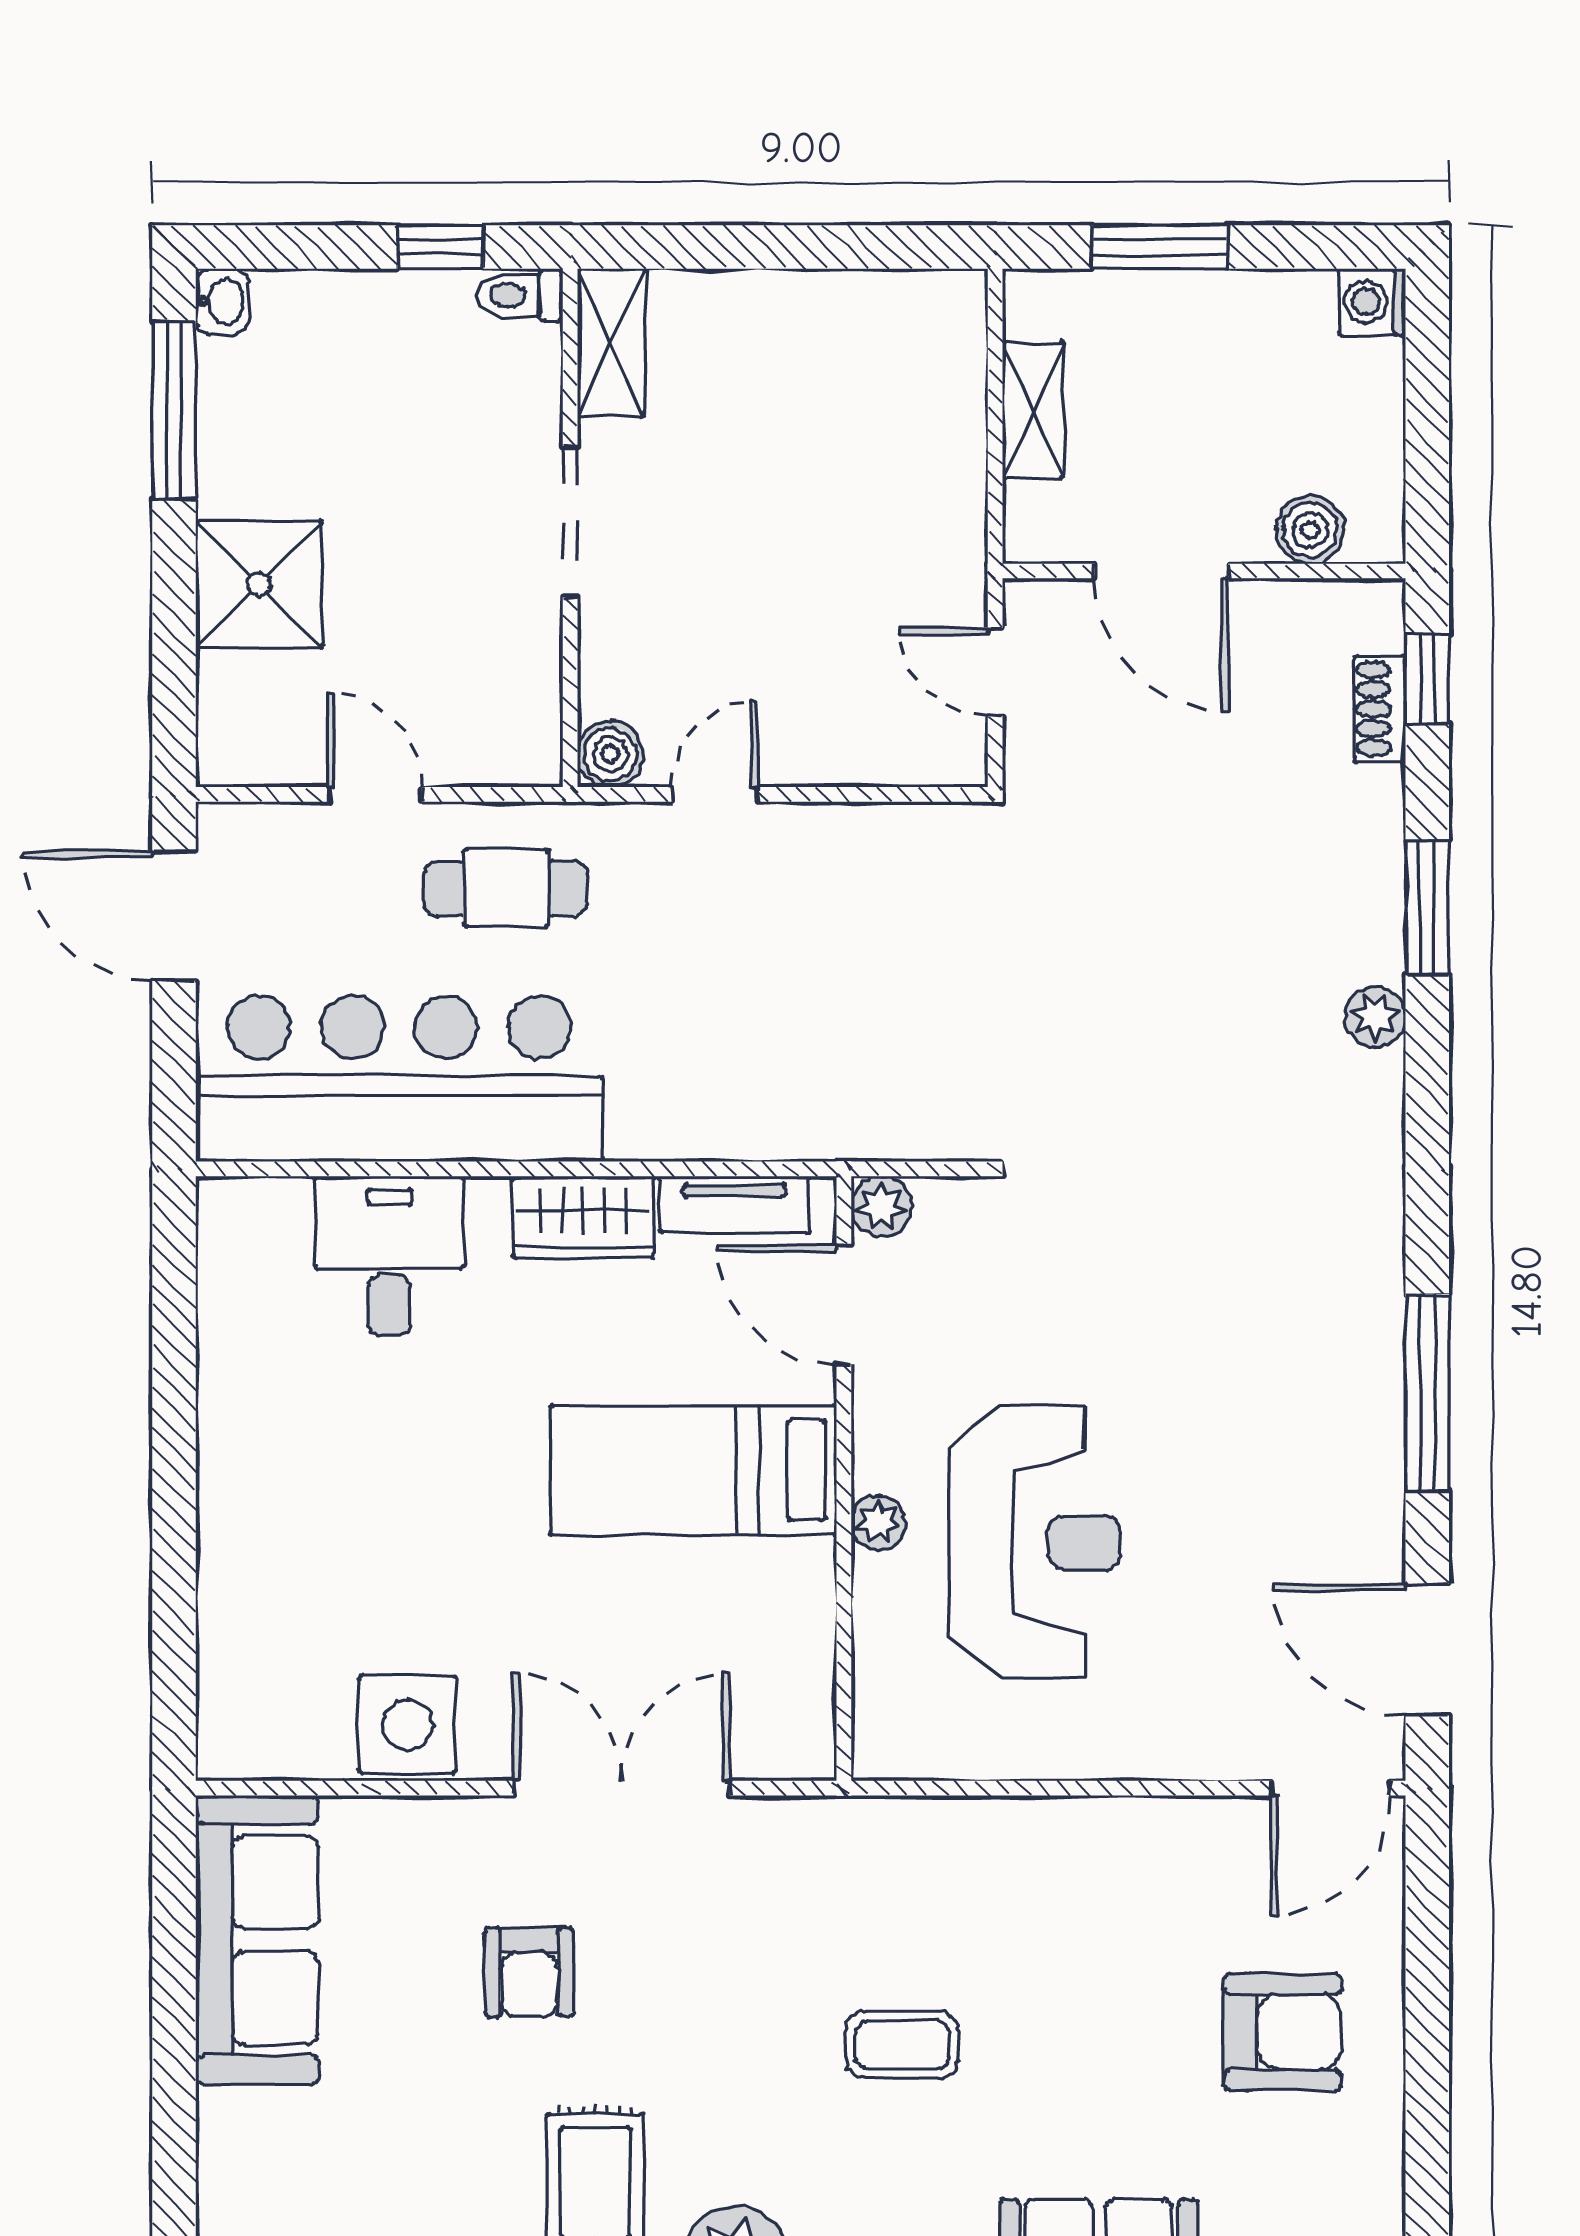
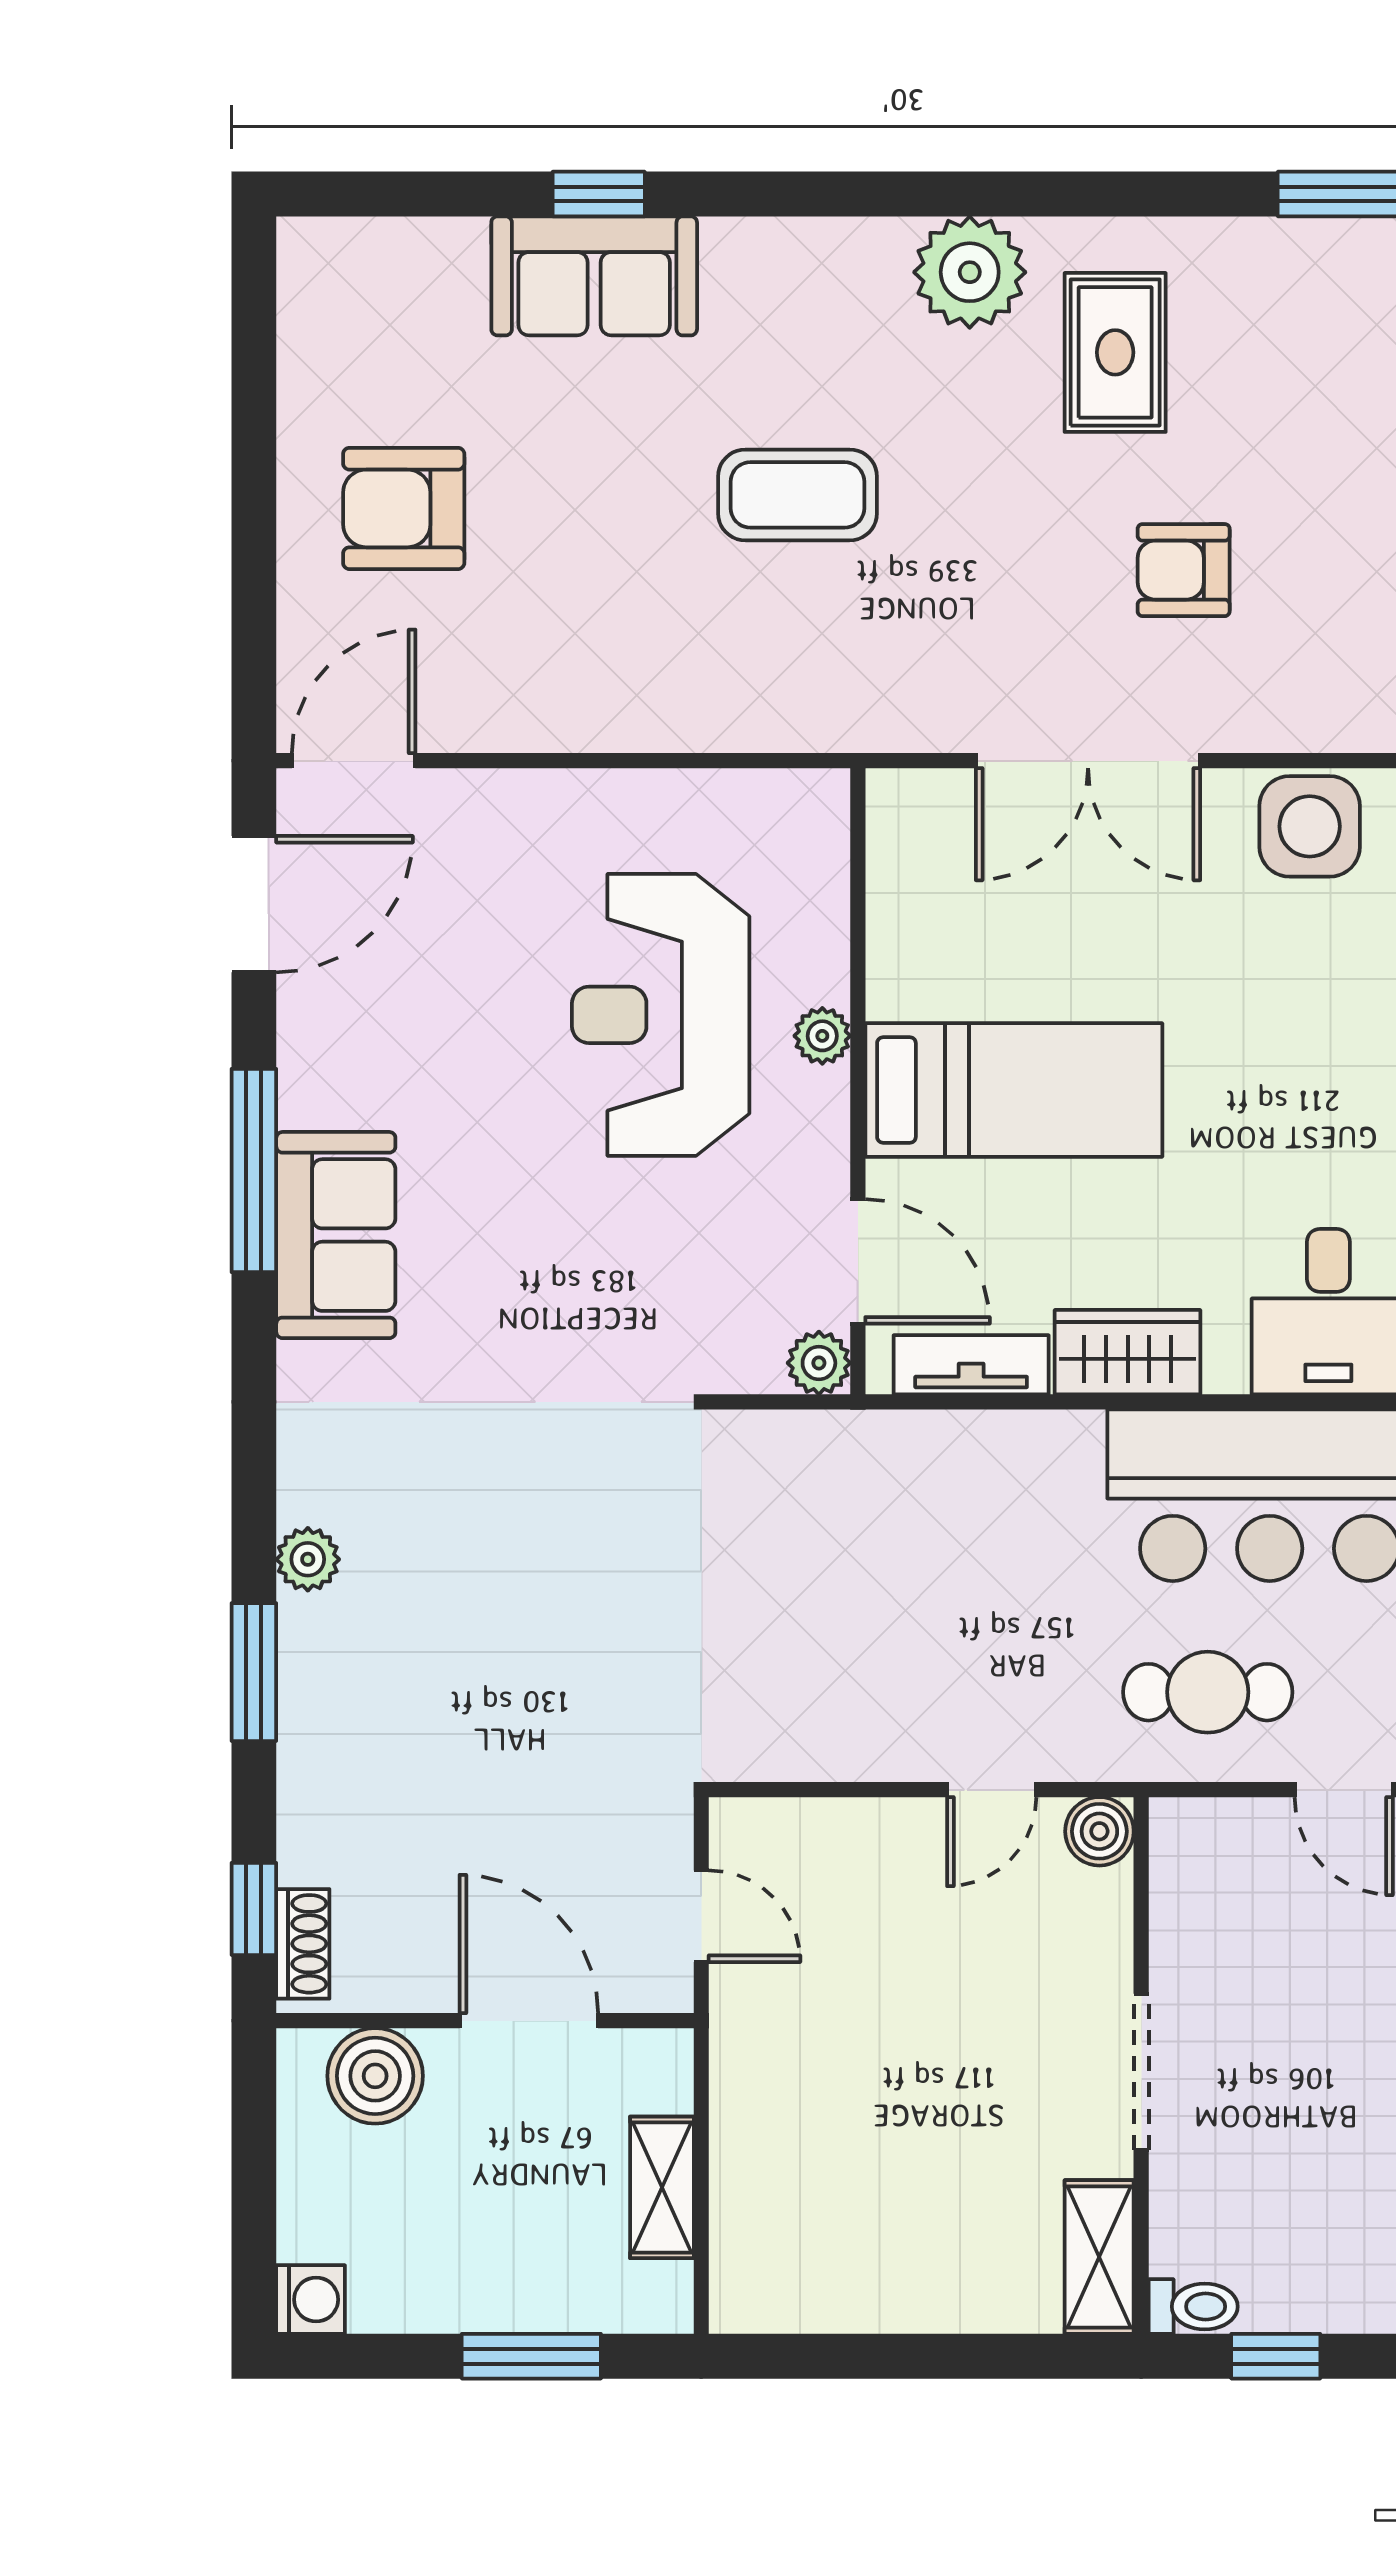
boiler: (1310, 530) -> (375, 2076), width x1.36, depth x1.36
shoe rack: (1380, 709) -> (303, 1944), moved
sofa: (1348, 1330) -> (336, 1235), added
door: (1427, 1650) -> (254, 904), hinge flipped
armchair: (529, 1972) -> (1184, 570), turned -90
coffee table: (902, 2045) -> (798, 495), width x1.36, depth x1.30

